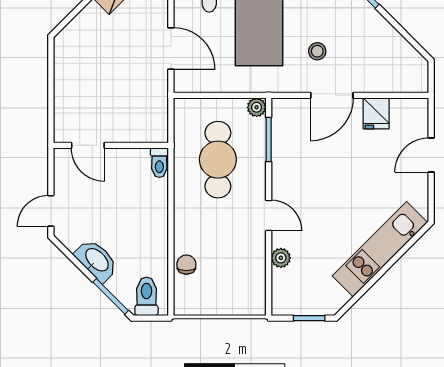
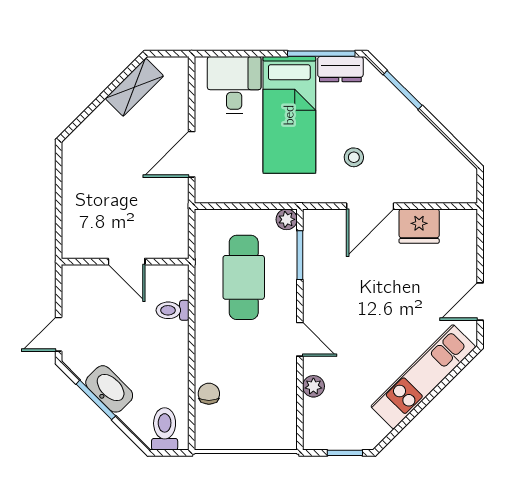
door: (171, 48) -> (192, 154), swing flipped
fridge: (376, 113) -> (419, 226), width x1.38
door: (88, 145) -> (127, 262), moved
door: (431, 155) -> (480, 301), moved
toilet: (159, 163) -> (173, 310), moved, turned 90
window: (111, 296) -> (96, 400), moved

